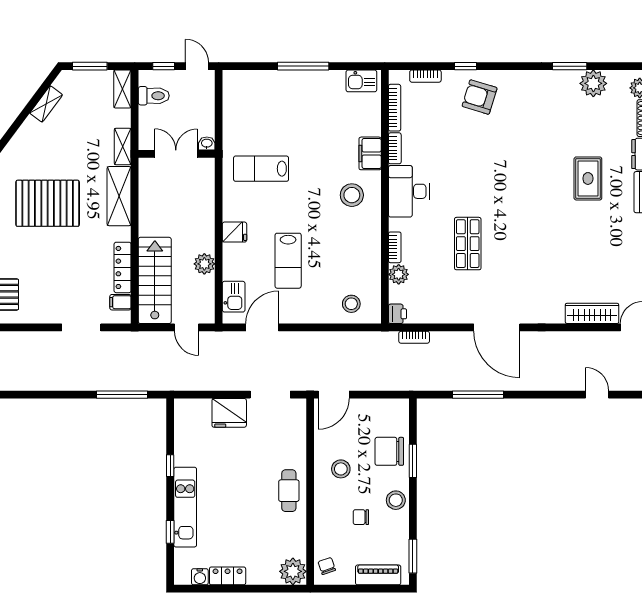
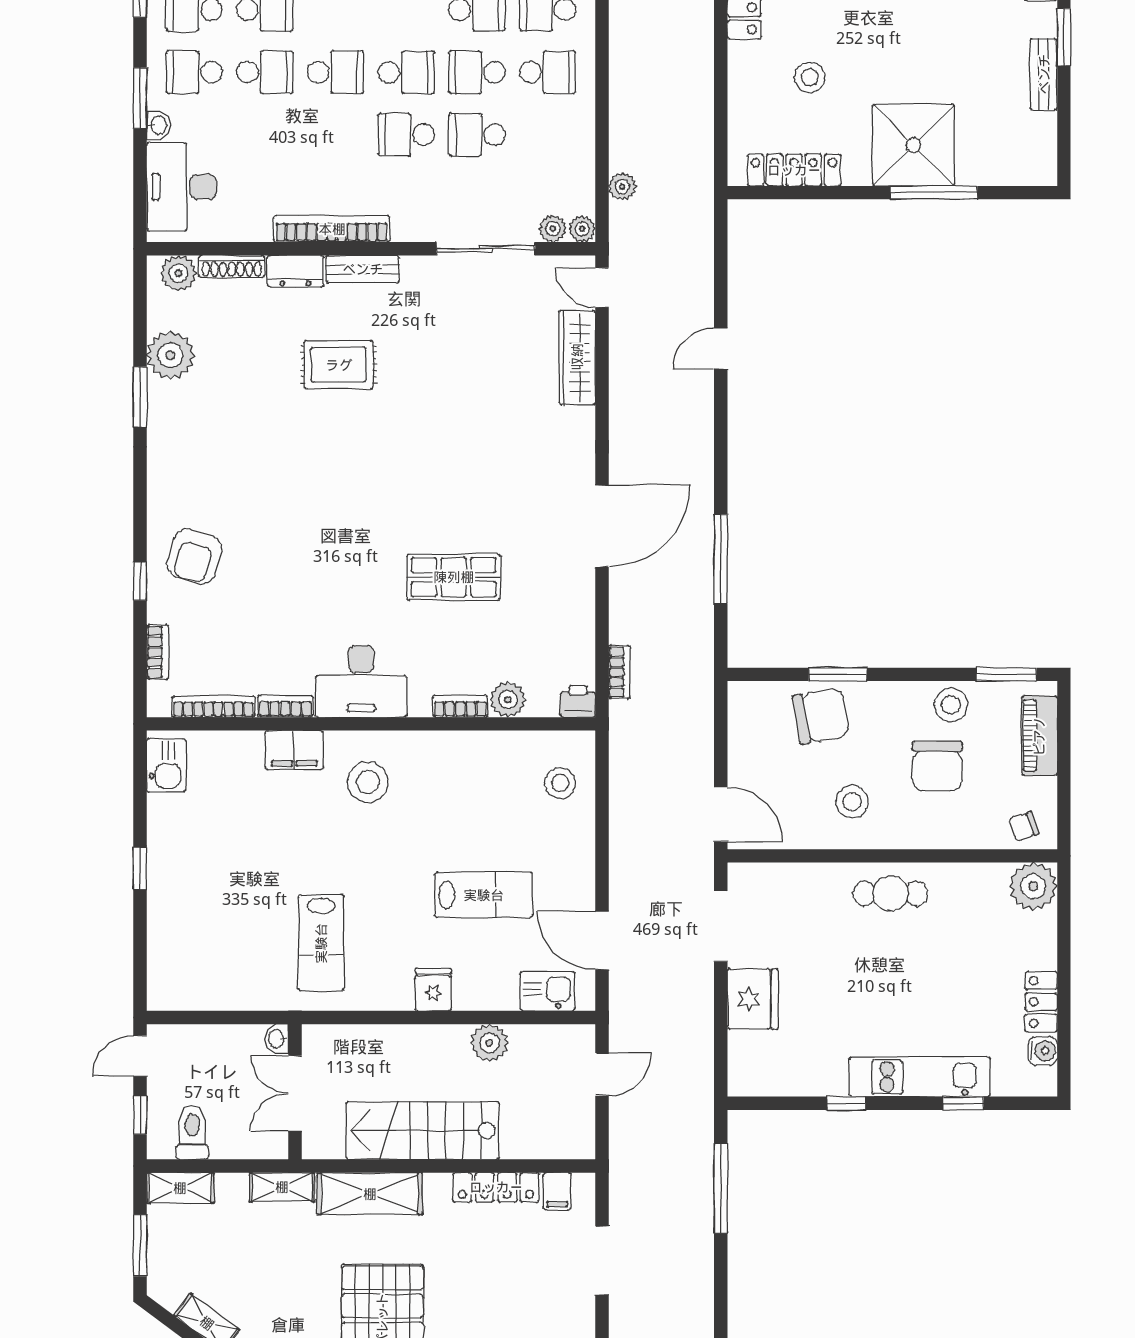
window: (303, 66) -> (140, 868), width x0.46
stairs: (155, 280) -> (423, 1131), moved
chair: (389, 451) -> (821, 716), turned -100
stool: (396, 500) -> (951, 705), moved
chair: (361, 517) -> (937, 766), width x1.87, depth x1.87

